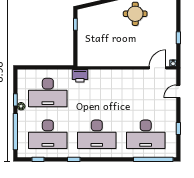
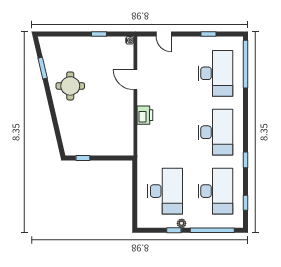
door: (158, 68) -> (135, 80), moved
printer: (80, 76) -> (145, 115), moved

